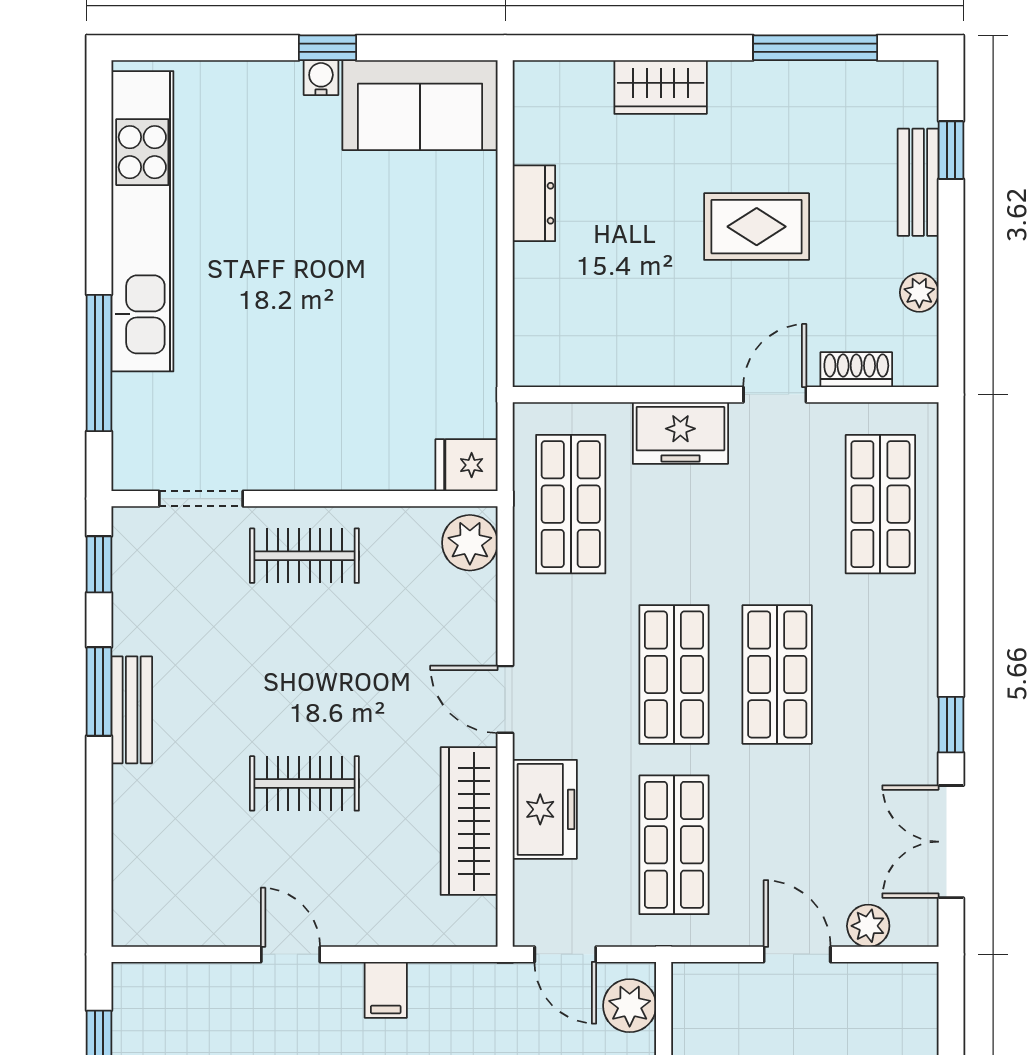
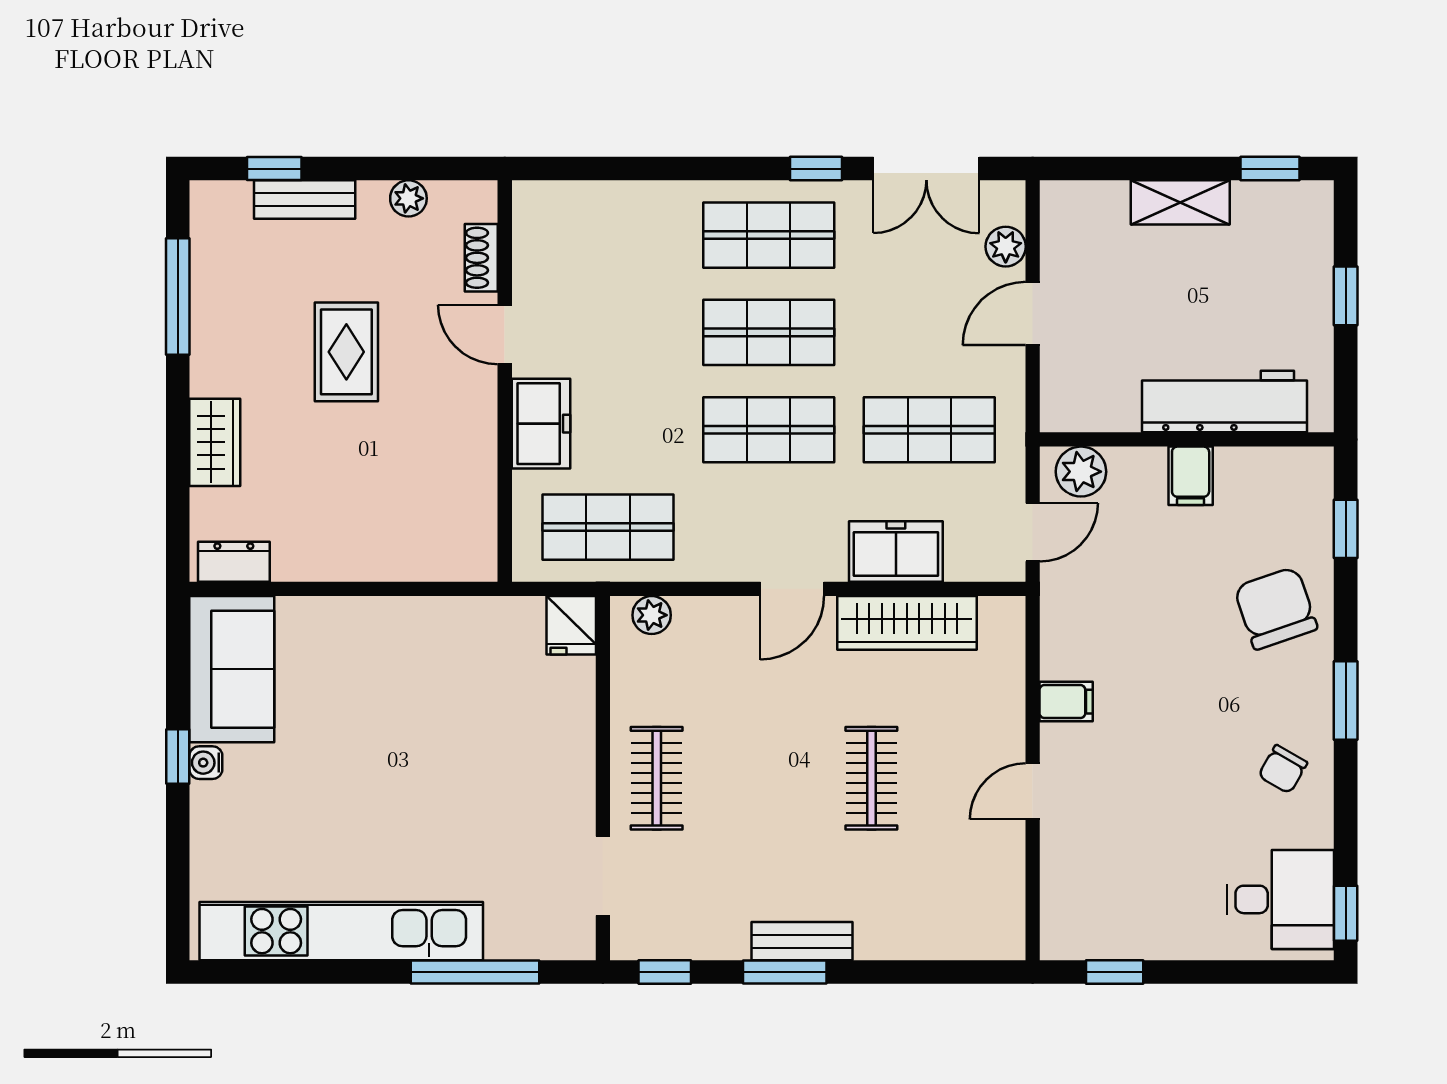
dresser: (534, 203) -> (234, 562), moved
shop shelf: (880, 504) -> (769, 235), moved
plant: (470, 543) -> (652, 615), width x0.73, depth x0.73

